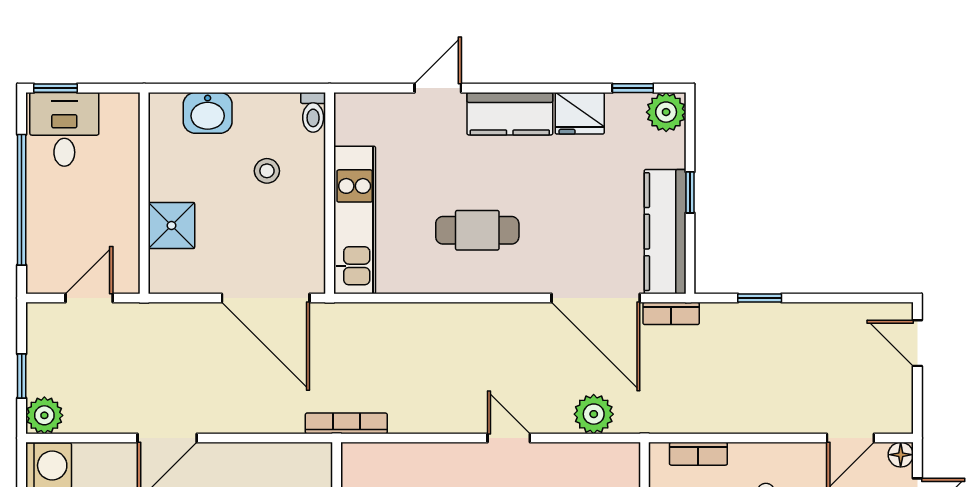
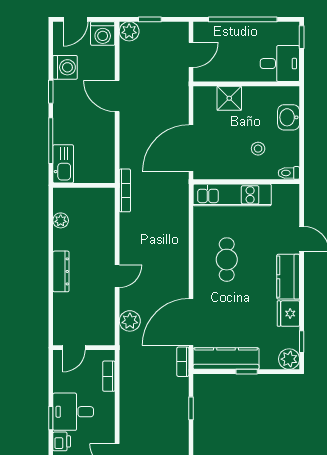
desk: (64, 129) -> (280, 64), moved
door: (89, 298) -> (191, 55), hinge flipped

